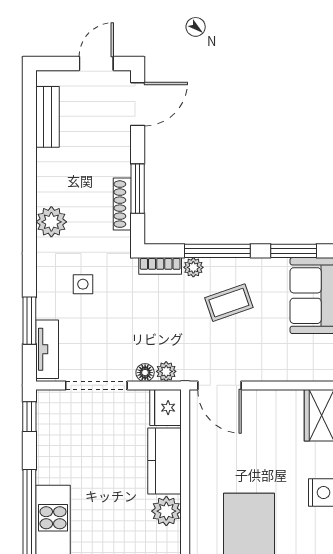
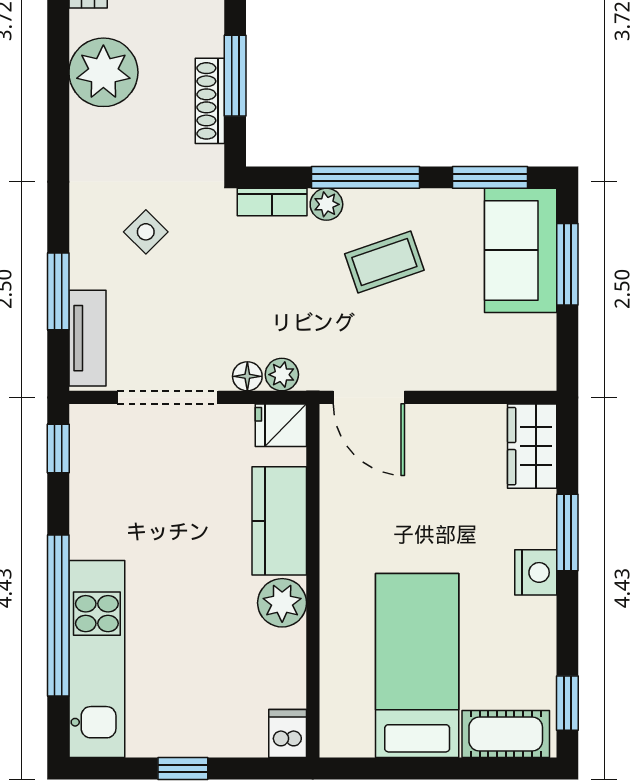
plant: (51, 222) -> (103, 72), moved, width x1.36, depth x1.36
side table: (83, 284) -> (146, 232), turned 45
fridge: (166, 408) -> (281, 425), width x0.72

